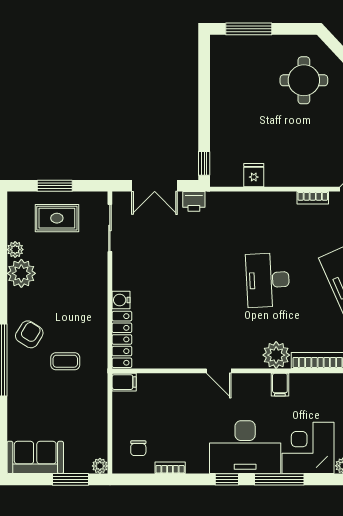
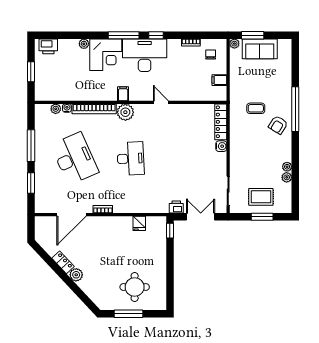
window: (249, 29) -> (129, 314), moved
round table: (304, 80) -> (135, 287), moved
plant: (21, 273) -> (287, 167), width x0.53, depth x0.53
filing cabinet: (124, 382) -> (219, 80), moved
sofa: (35, 457) -> (260, 49), moved

